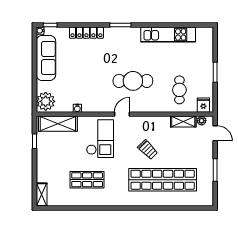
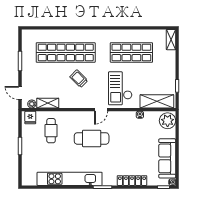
kitchen unit: (168, 34) -> (70, 179), width x1.36
shop shelf: (87, 180) -> (131, 52), width x1.43, depth x1.36

